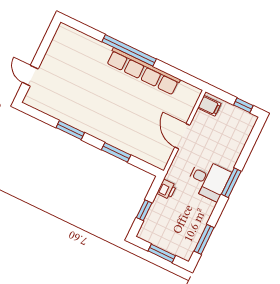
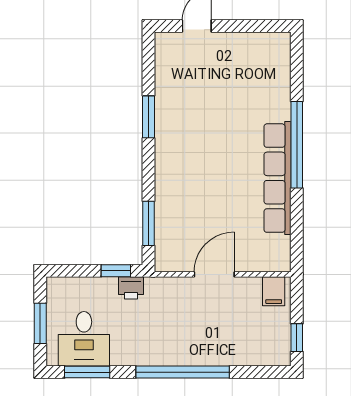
window: (116, 152) -> (148, 223), moved
desk: (208, 180) -> (84, 339), moved
window: (231, 183) -> (183, 372), width x2.11
window: (144, 210) -> (116, 271), moved

